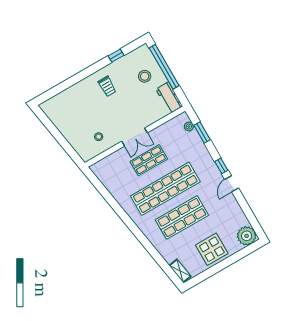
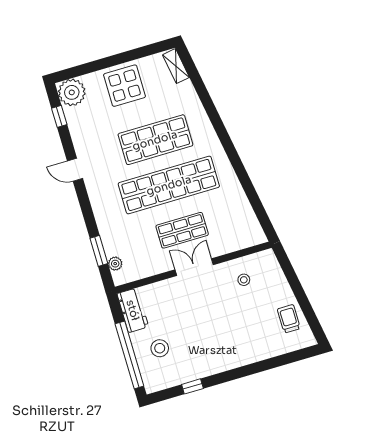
trolley: (107, 86) -> (289, 319), moved
window: (221, 166) -> (59, 116), moved
door: (232, 184) -> (75, 170), swing flipped

